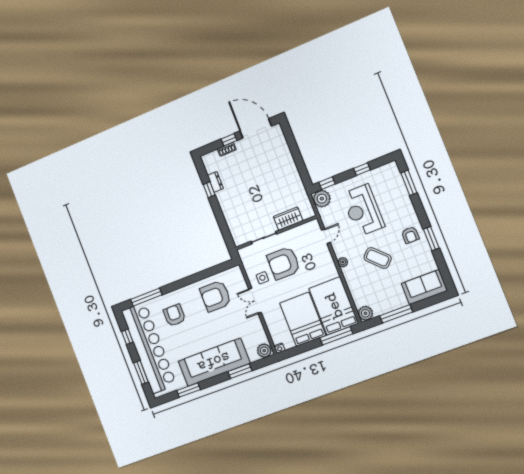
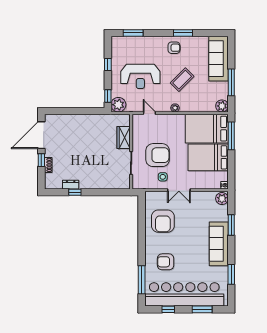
armchair: (284, 263) -> (158, 155), turned -90
sofa: (424, 287) -> (219, 59), width x1.36
sofa: (214, 362) -> (219, 244), width x0.74, depth x0.79

